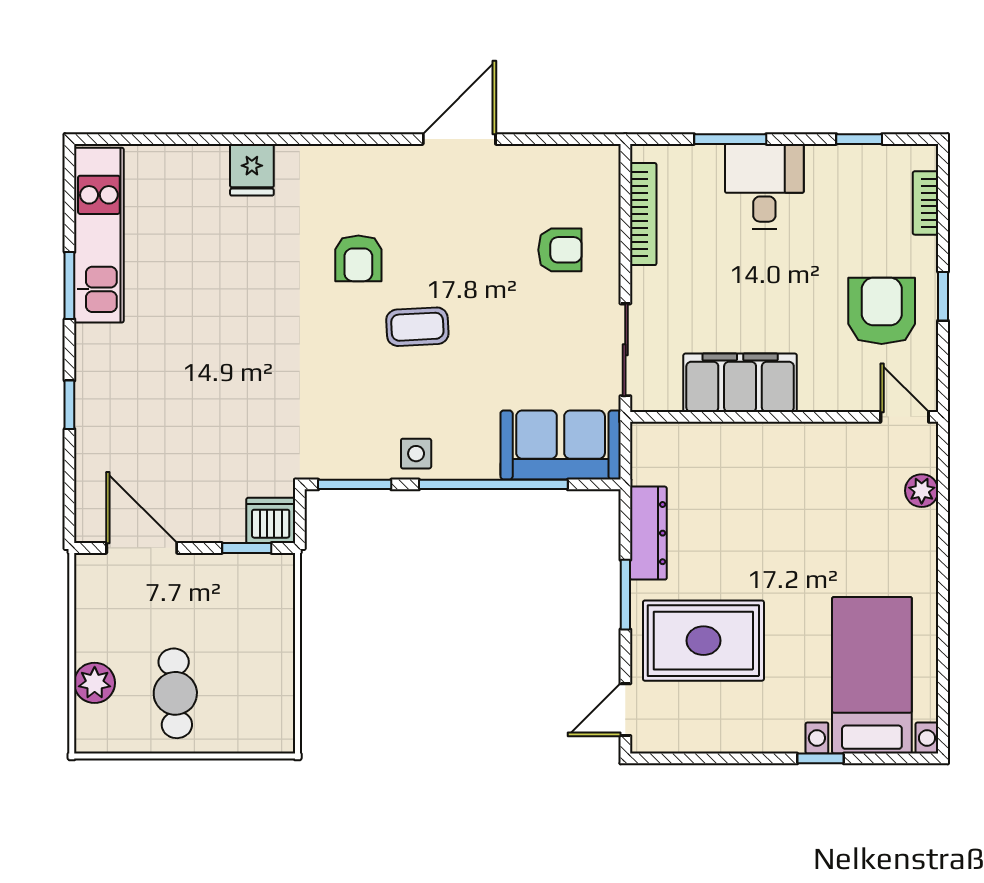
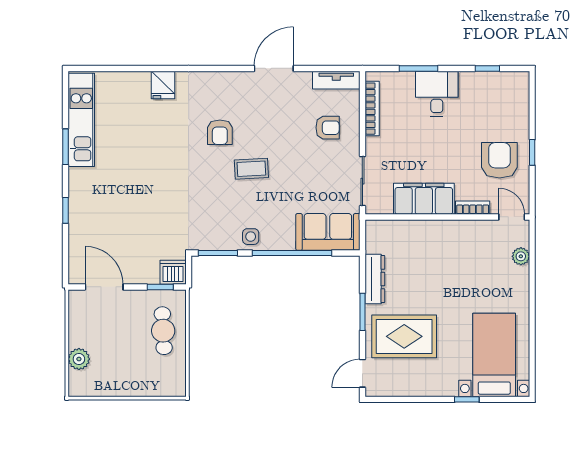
tv unit: (576, 161) -> (336, 80), added
bookcase: (926, 203) -> (473, 208), moved, turned 90
cafe table: (175, 693) -> (163, 331), moved

